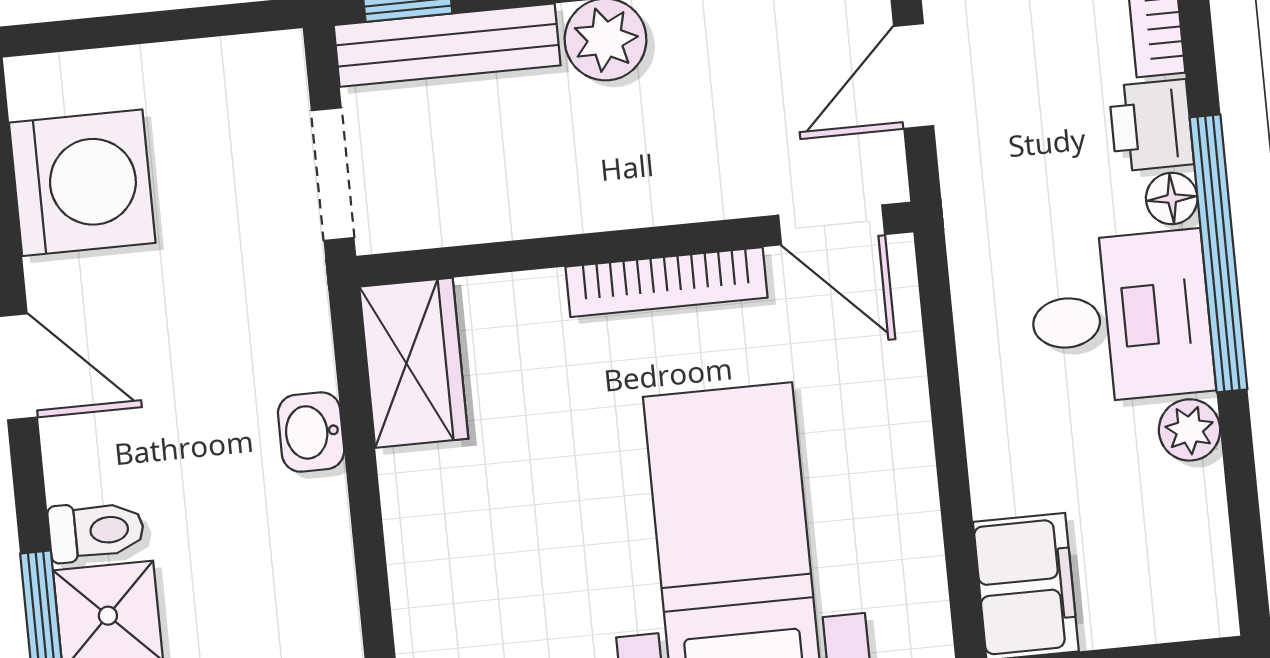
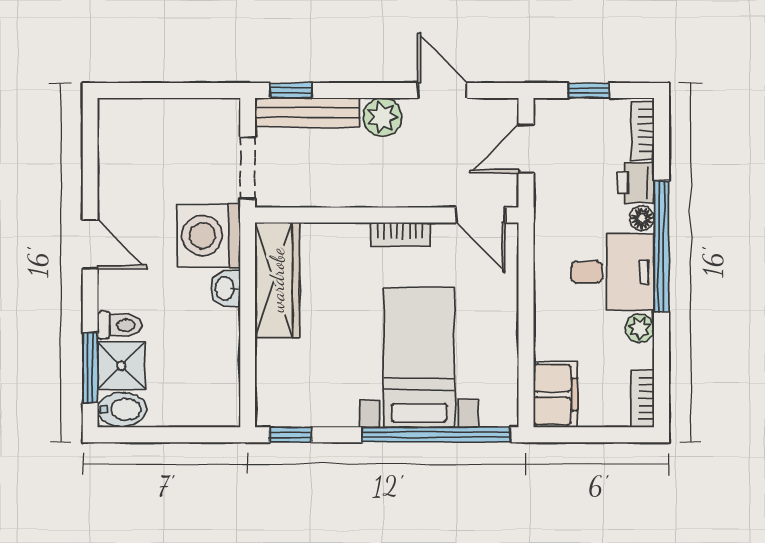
washing machine: (82, 183) -> (209, 236), moved, turned 180
bookcase: (666, 282) -> (400, 234), width x0.64
wardrobe: (414, 363) -> (277, 280), width x1.50
bookcase: (1210, 578) -> (643, 399), added

